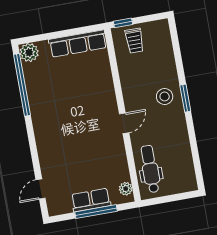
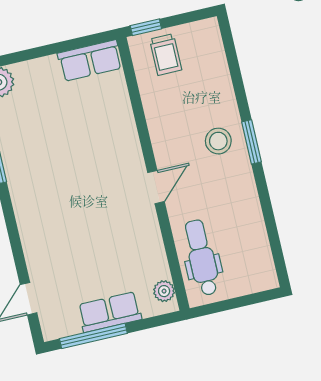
row of seats: (78, 44) -> (90, 61), width x0.68
window: (96, 212) -> (93, 336), moved

